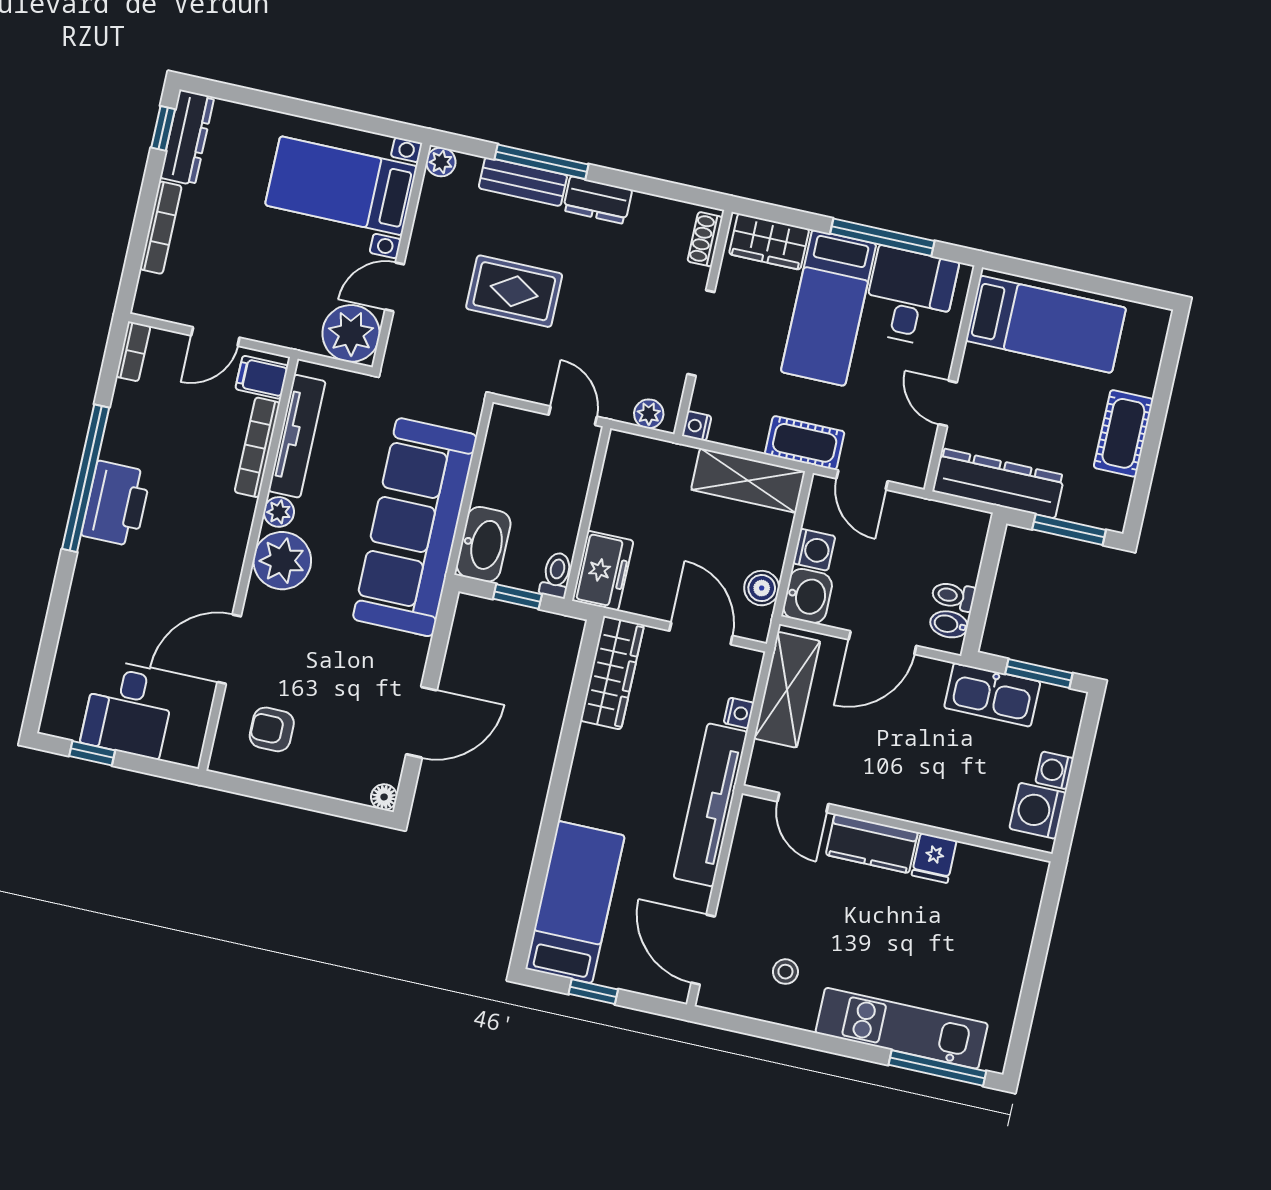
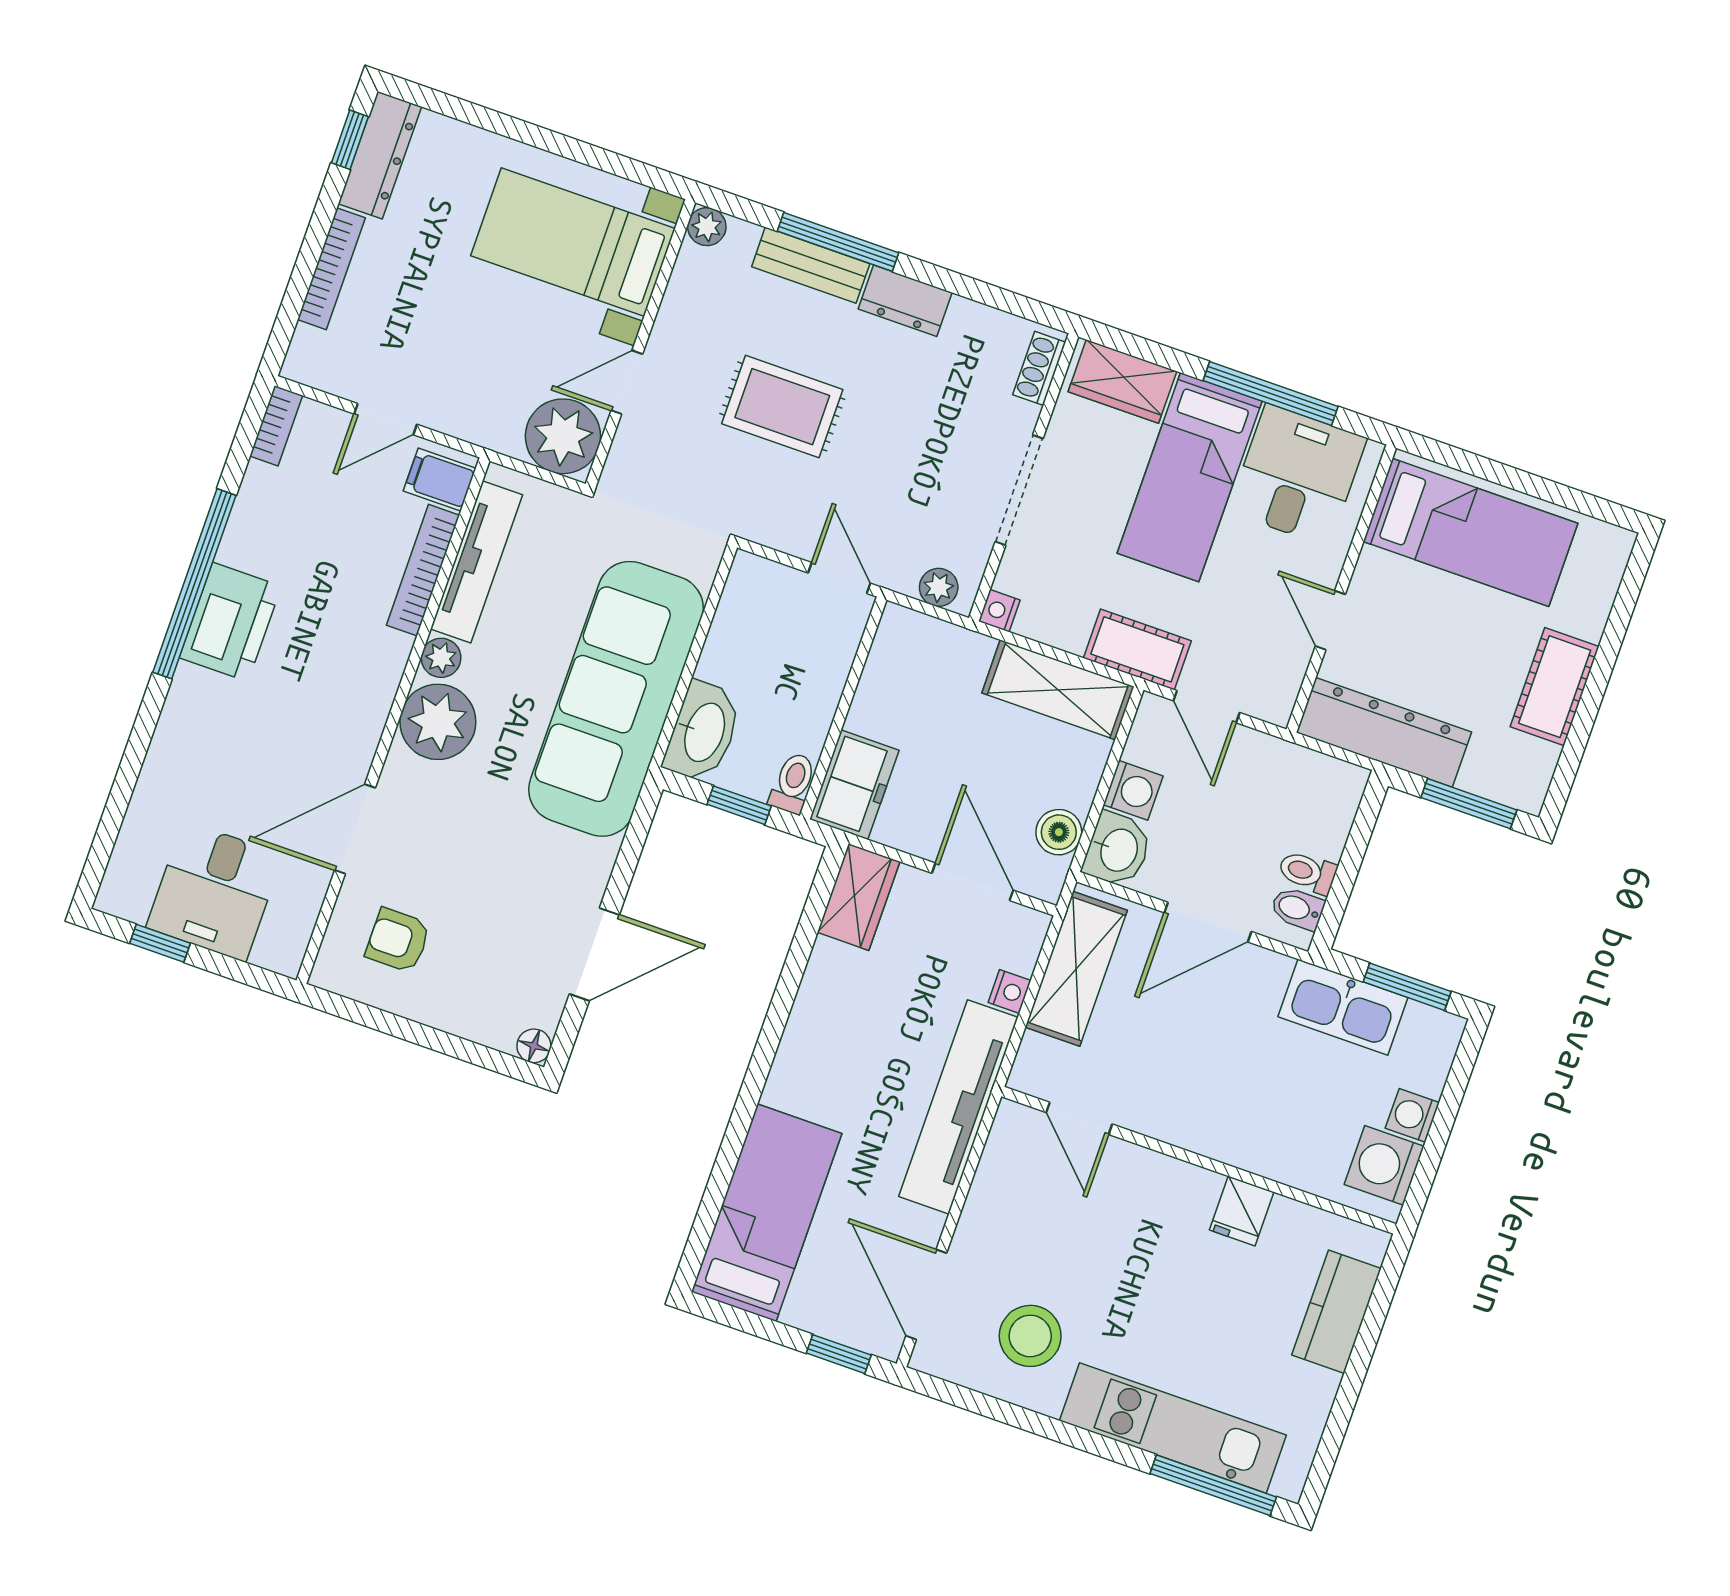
wardrobe: (612, 673) -> (858, 897), width x0.67
kitchen counter: (872, 844) -> (1337, 1312), moved, turned 90
stool: (785, 972) -> (1030, 1336), width x1.89, depth x1.89
window: (593, 992) -> (839, 1354), moved

